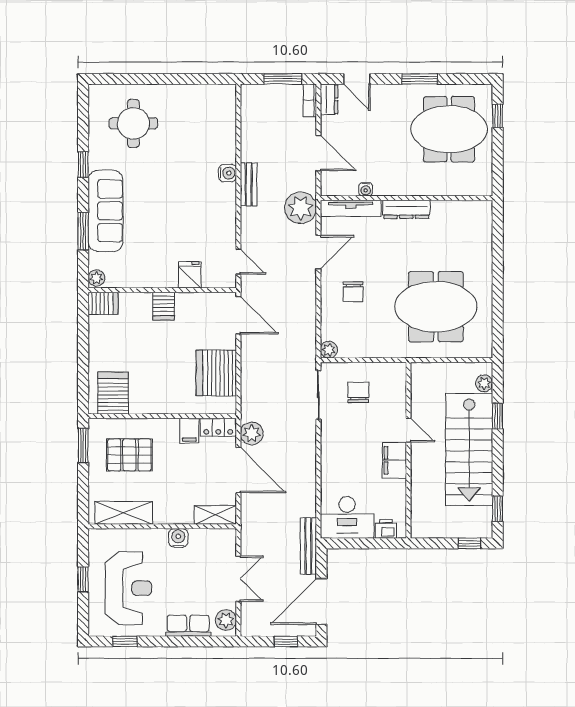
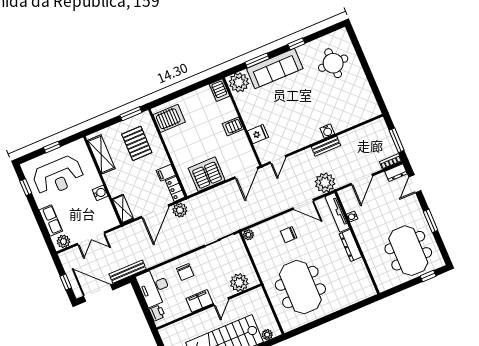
plant: (96, 278) -> (239, 82), width x1.88, depth x1.88
chair: (358, 392) -> (185, 272), moved, turned 90
plant: (392, 392) -> (239, 283), added

